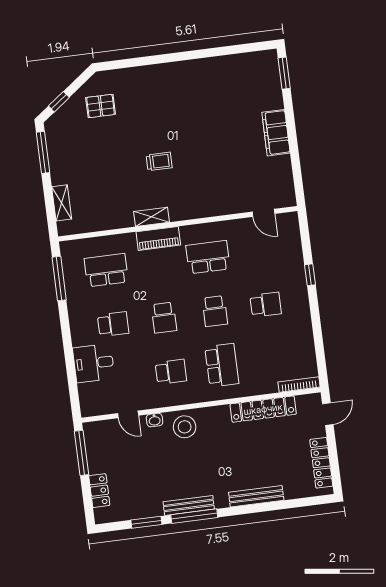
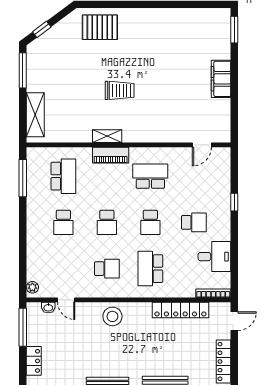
pallet: (101, 106) -> (100, 27), moved, width x1.50, depth x1.42
trolley: (159, 161) -> (120, 90), width x1.36, depth x1.39
shelving: (62, 203) -> (35, 115), width x1.50, depth x1.33
door: (263, 213) -> (202, 145), hinge flipped
school desk: (106, 270) -> (63, 176), turned 90
school desk: (113, 324) -> (63, 222), turned 90
desk: (94, 363) -> (214, 257), moved, turned 180
school desk: (222, 365) -> (150, 269), turned 180
plant: (87, 405) -> (32, 287), added
washbasin: (155, 420) -> (48, 307), moved

